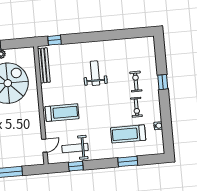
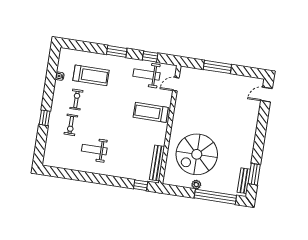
weight bench: (95, 73) -> (94, 150), moved, turned 90
weight bench: (75, 148) -> (147, 74), turned 180
window: (128, 161) -> (117, 51), moved

